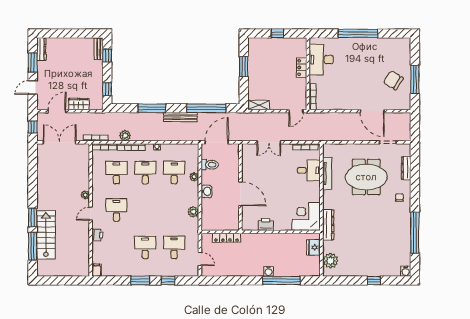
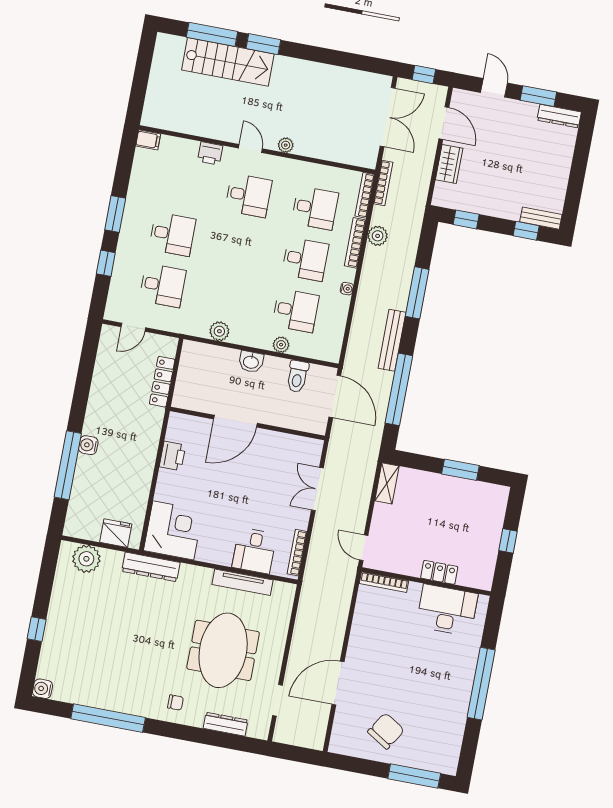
window: (415, 80) -> (414, 776), moved

